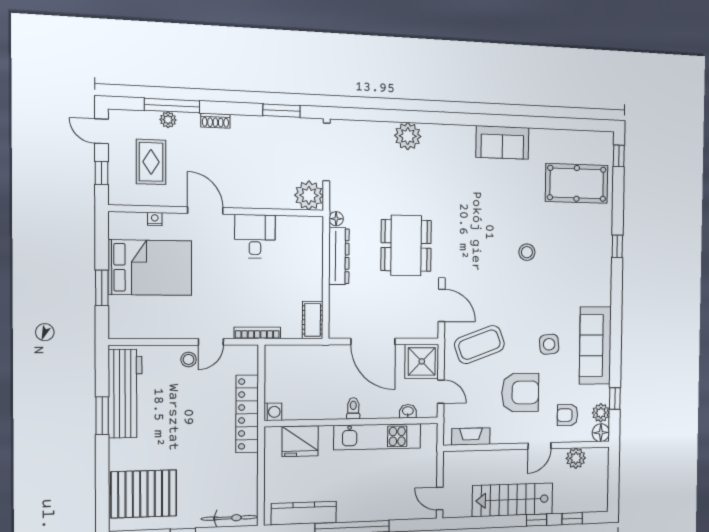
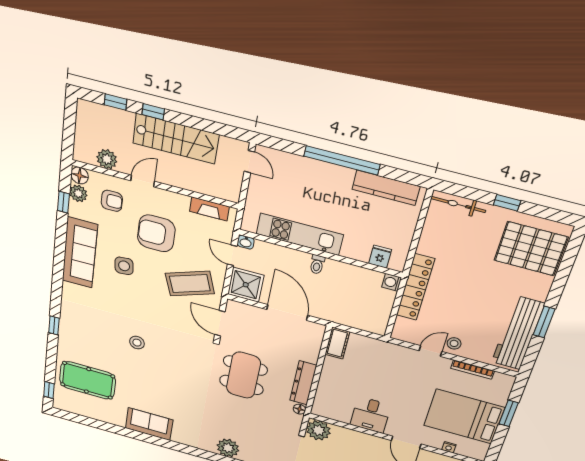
bookcase: (257, 333) -> (473, 370), moved
washbasin: (408, 411) -> (246, 242), moved
fridge: (300, 441) -> (380, 257), width x0.53, depth x0.75

